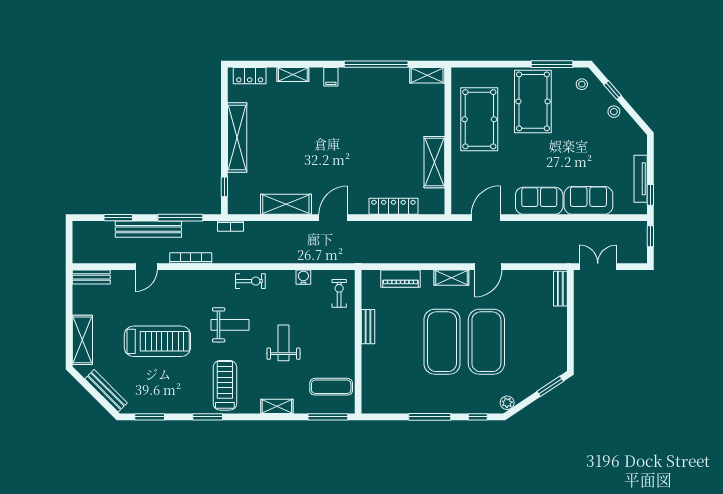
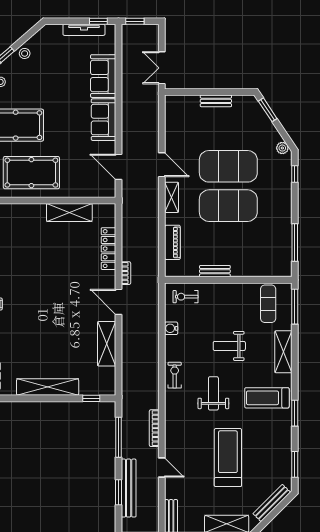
bookcase: (230, 226) -> (126, 273), moved
bench: (148, 229) -> (129, 488), moved
bench: (560, 289) -> (216, 101), moved
shelving: (277, 406) -> (283, 352), width x1.50, depth x1.33
window: (430, 417) -> (295, 243), moved

